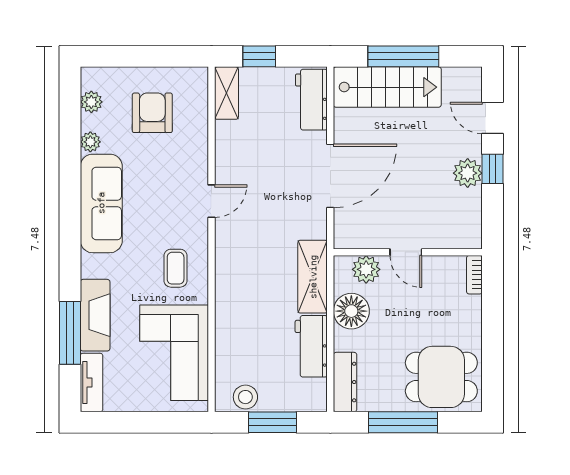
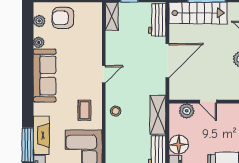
armchair: (152, 113) -> (63, 18), moved, turned -90
stool: (234, 270) -> (116, 111), added
floor lamp: (351, 311) -> (179, 145), moved

